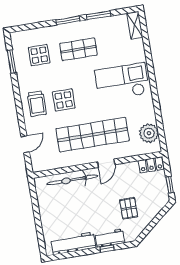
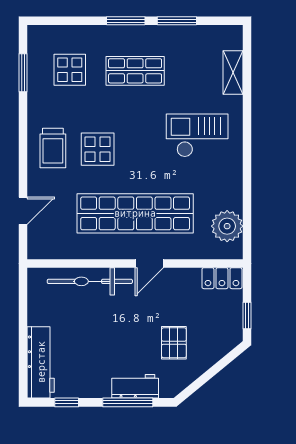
shelving: (135, 25) -> (233, 73), moved
checkout: (122, 82) -> (197, 135), width x0.73, depth x0.83
workbench: (73, 243) -> (41, 362), moved, turned 90
window: (107, 249) -> (128, 402), width x2.17
window: (70, 255) -> (67, 402), added

